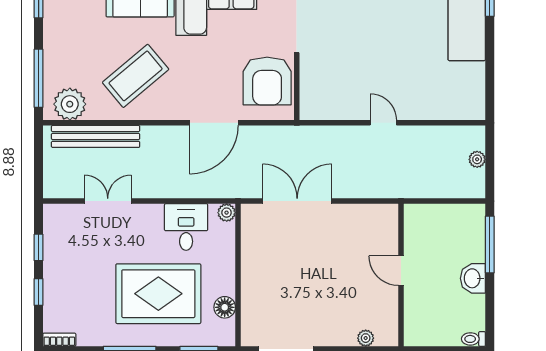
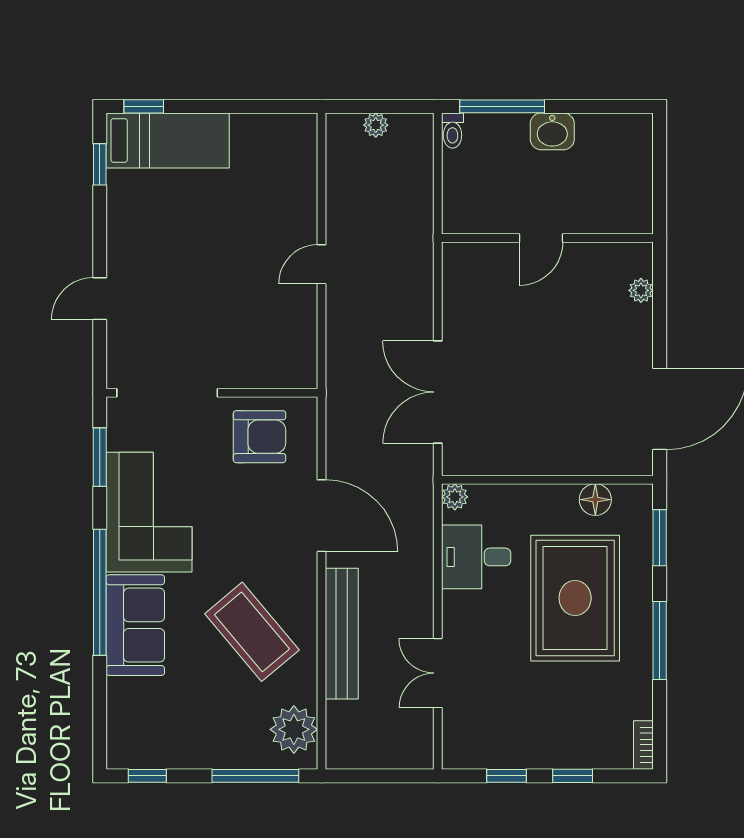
armchair: (267, 81) -> (260, 437), width x0.73, depth x0.73
bench: (96, 136) -> (342, 634), moved
toilet: (473, 339) -> (452, 130), moved

